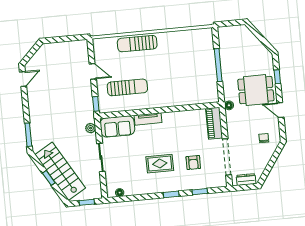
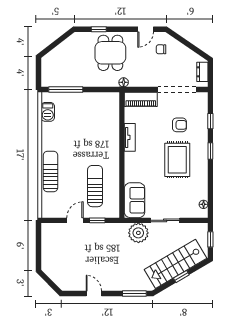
barbecue: (194, 36) -> (48, 112), added
sun lounger: (137, 44) -> (51, 171), turned 180
window: (218, 65) -> (66, 90), moved
door: (23, 79) -> (94, 293), moved
window: (96, 104) -> (97, 220), moved
door: (280, 110) -> (146, 29), moved
tv unit: (148, 119) -> (130, 137), moved
plant: (91, 128) -> (138, 233), width x1.87, depth x1.87
rug: (160, 164) -> (177, 160), width x1.36, depth x1.43

